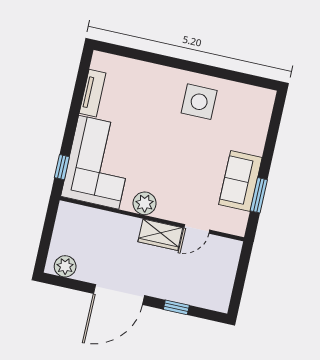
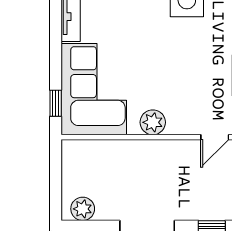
wardrobe: (160, 235) -> (177, 152), removed

